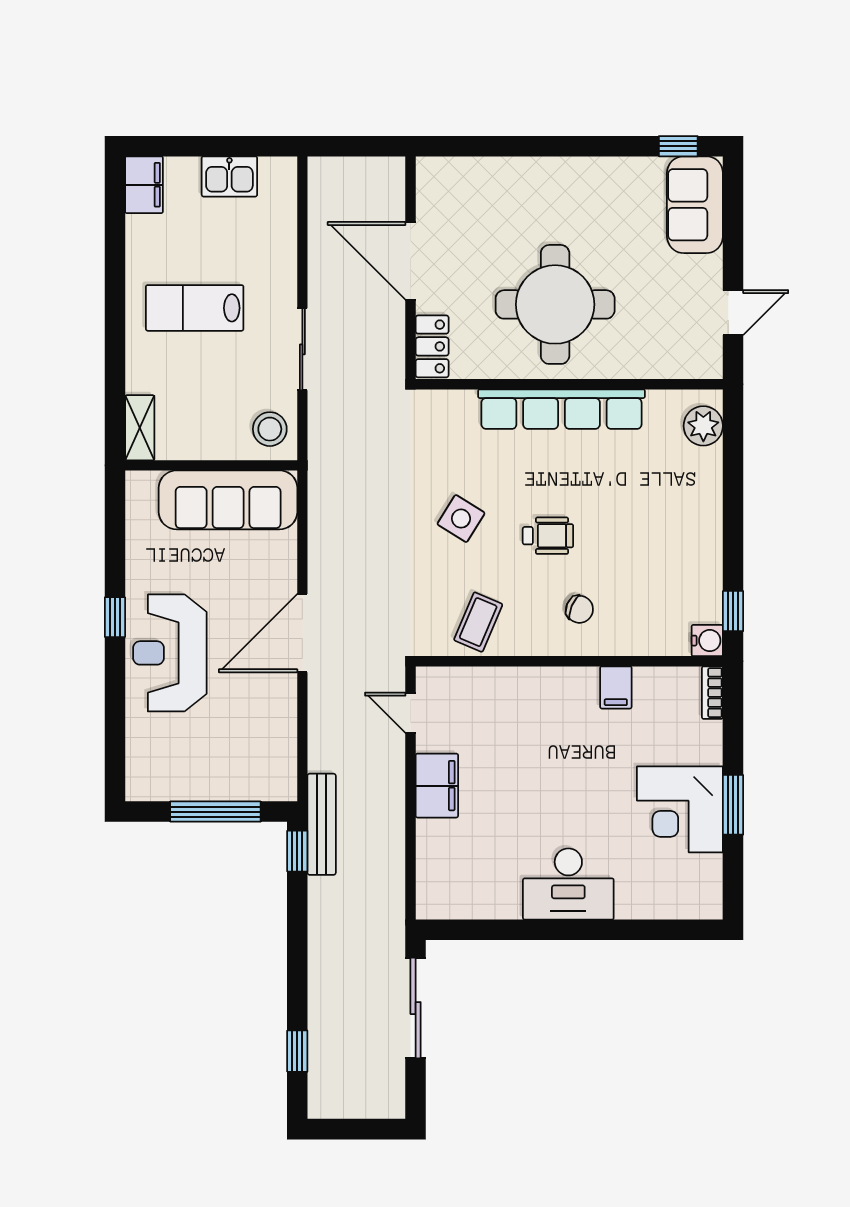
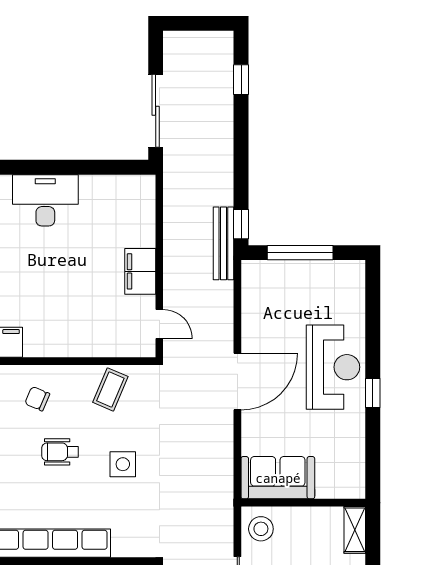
sofa: (228, 500) -> (278, 478), width x0.73
side table: (461, 519) -> (123, 464), turned -32

